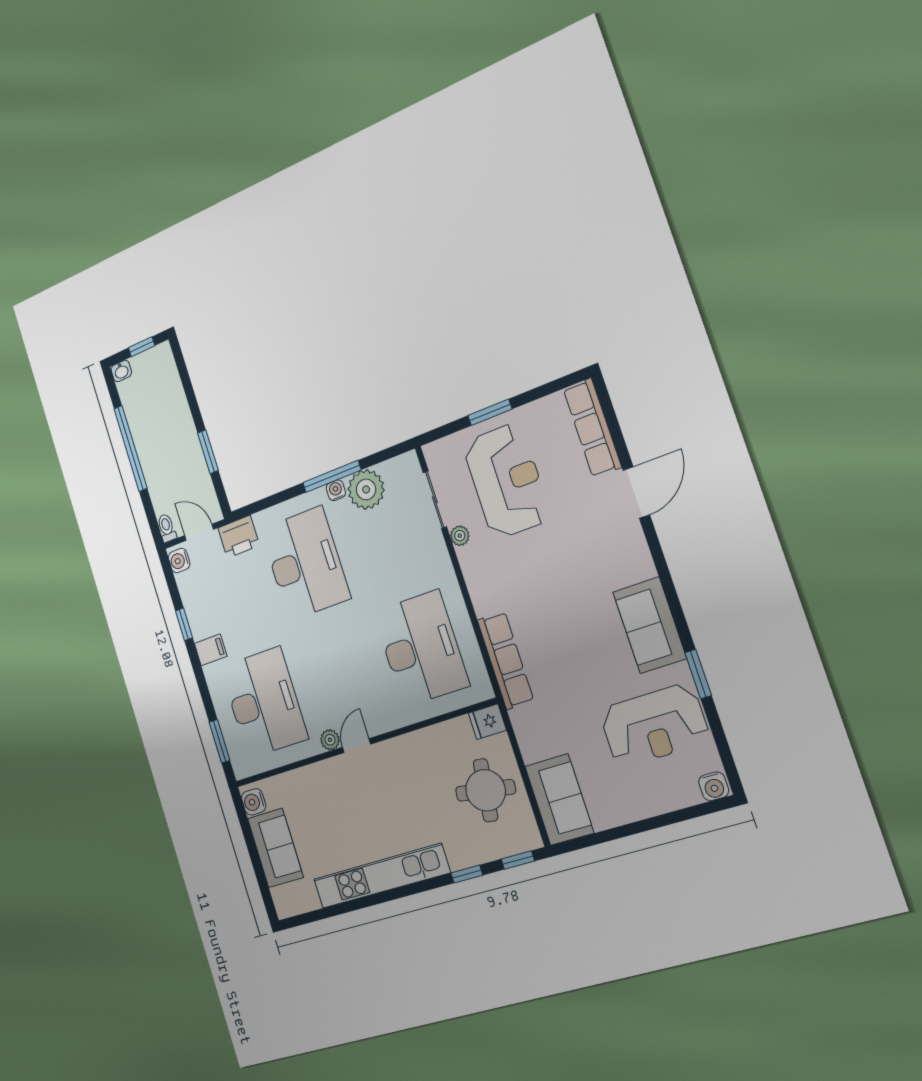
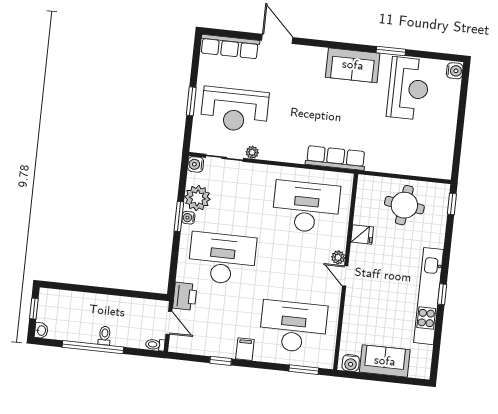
window: (208, 452) -> (123, 293), removed
toilet: (150, 456) -> (105, 336), added
window: (332, 476) -> (179, 216), width x0.69
reception desk: (507, 481) -> (235, 110), turned 180
door: (199, 532) -> (169, 323), swing flipped
water cooler: (179, 561) -> (196, 164), moved, turned 90
fridge: (487, 722) -> (362, 234), moved, turned -90
plant: (330, 740) -> (338, 257), moved
sofa: (559, 800) -> (427, 163), removed
window: (467, 874) -> (442, 294), moved

